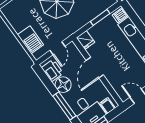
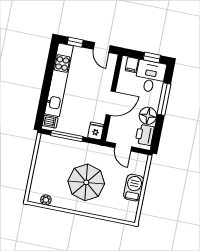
window: (100, 17) -> (67, 136), width x1.44
barbecue: (30, 40) -> (134, 188), moved
door: (57, 48) -> (123, 147), swing flipped

